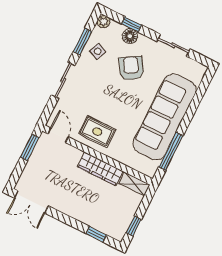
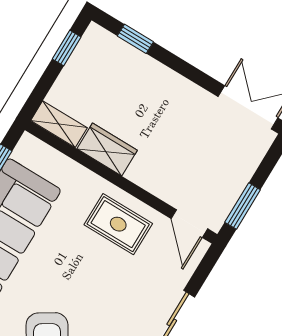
wardrobe: (100, 169) -> (107, 149), width x0.67

